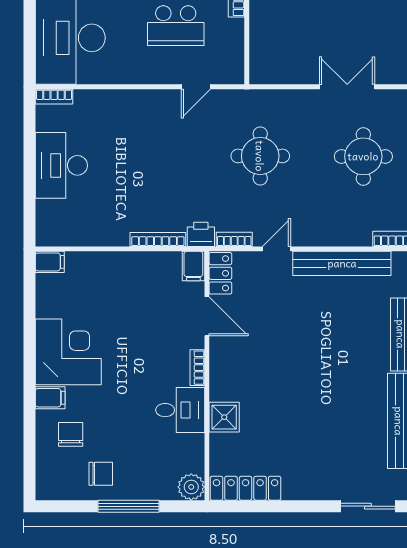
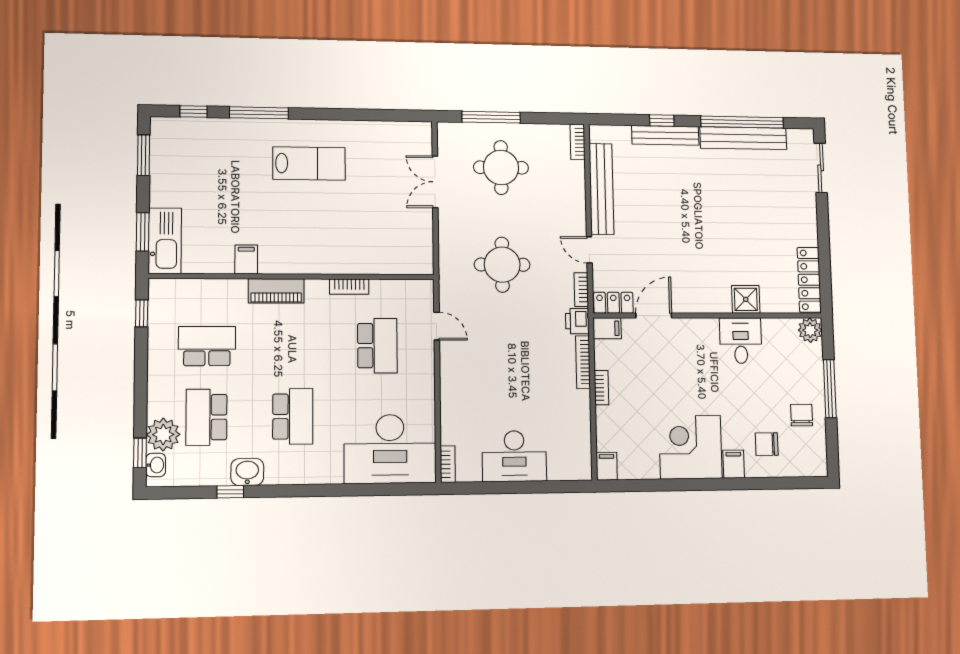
bookcase: (197, 368) -> (601, 388), moved, turned -90

